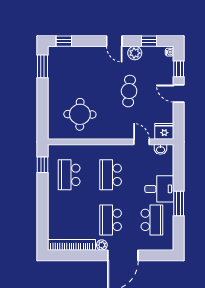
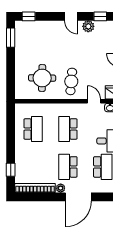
cafe table: (129, 91) -> (71, 81), moved
window: (42, 165) -> (11, 170), moved
school desk: (69, 175) -> (33, 129), turned 180

